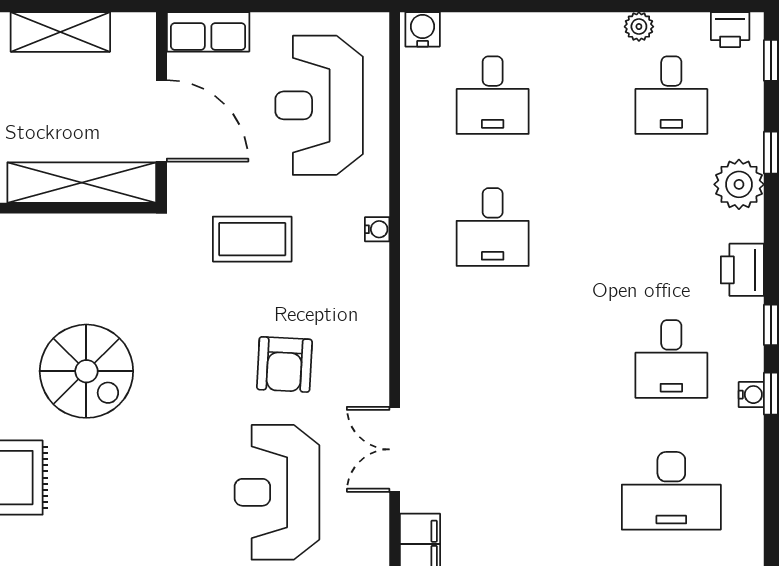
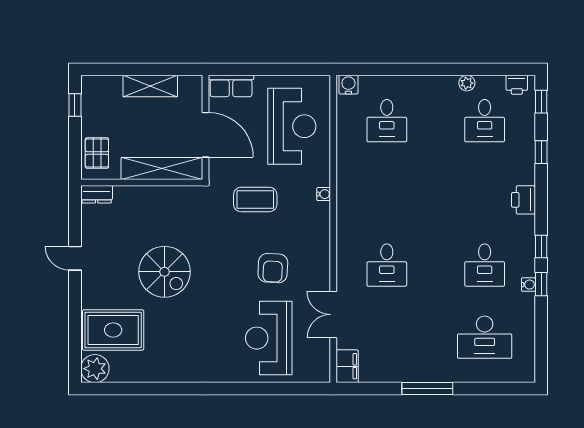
reception desk: (319, 105) -> (292, 126), turned 180
plant: (739, 184) -> (522, 169), removed
desk: (493, 227) -> (387, 265), moved
printer: (742, 270) -> (524, 200), moved

